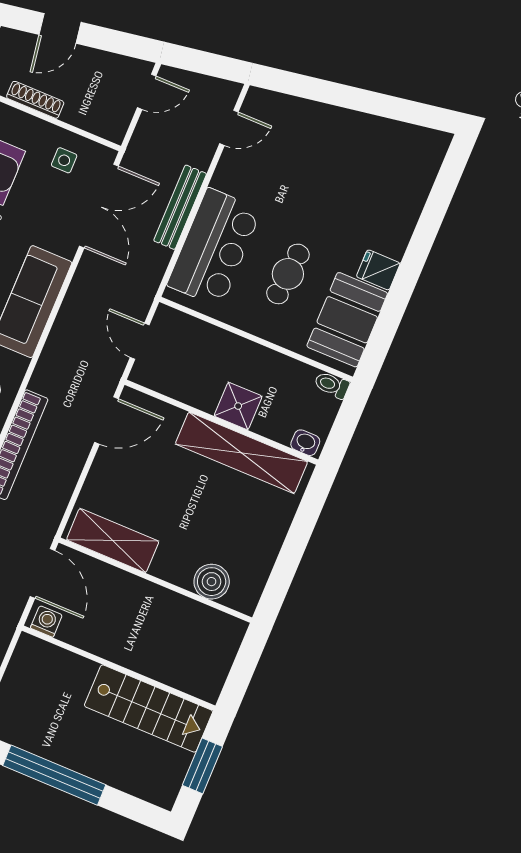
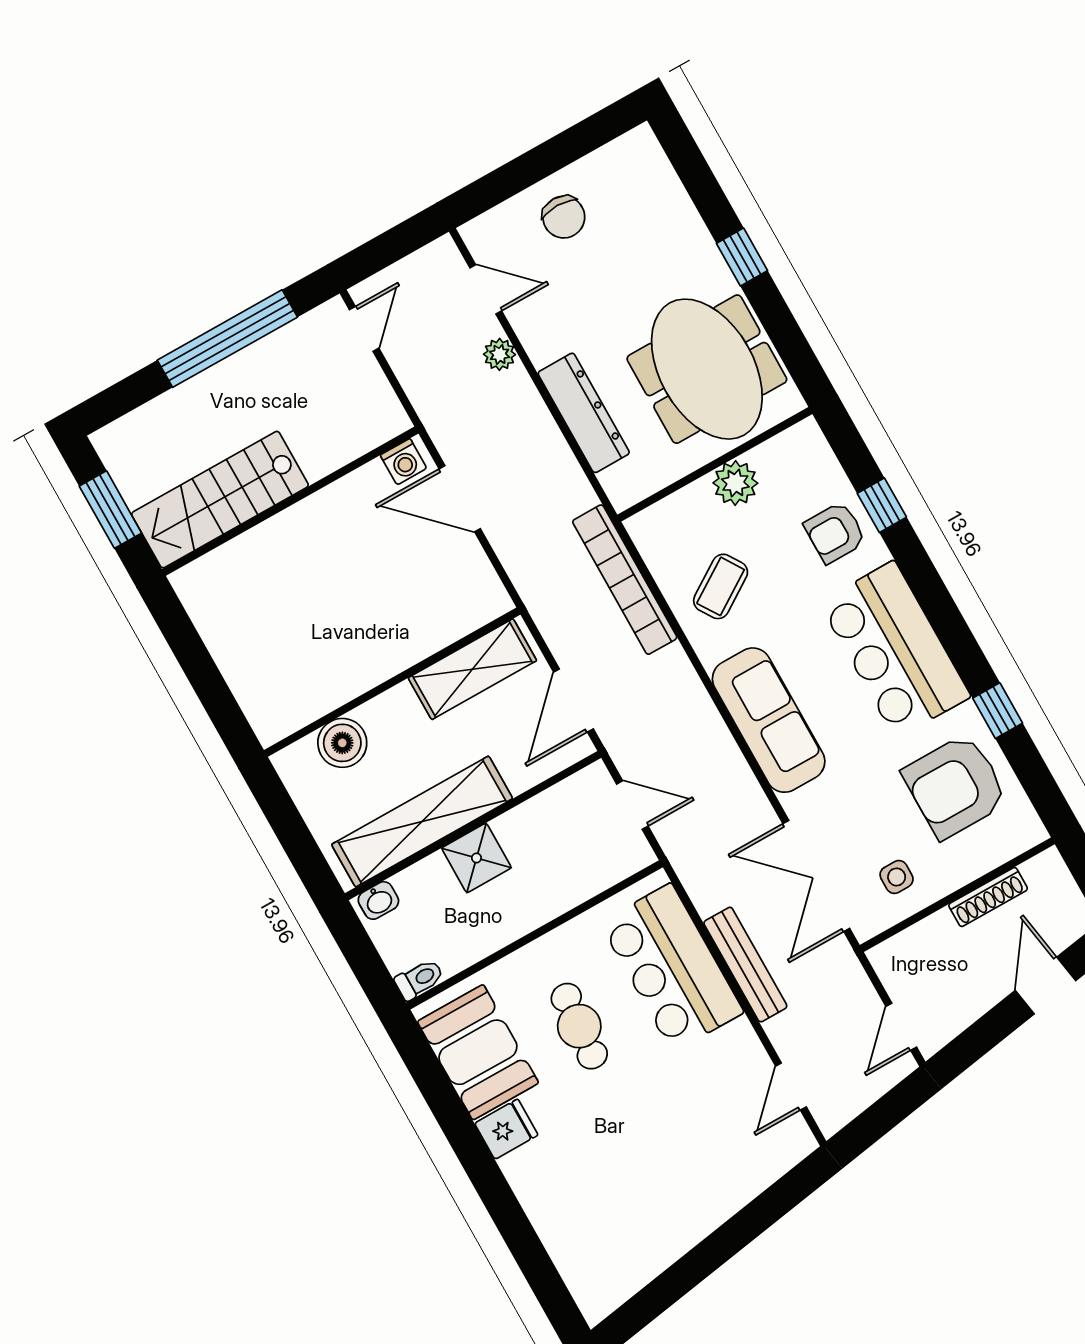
shelving: (113, 540) -> (472, 669), moved
wall: (155, 580) -> (392, 682), moved
boiler: (212, 582) -> (342, 743), moved

